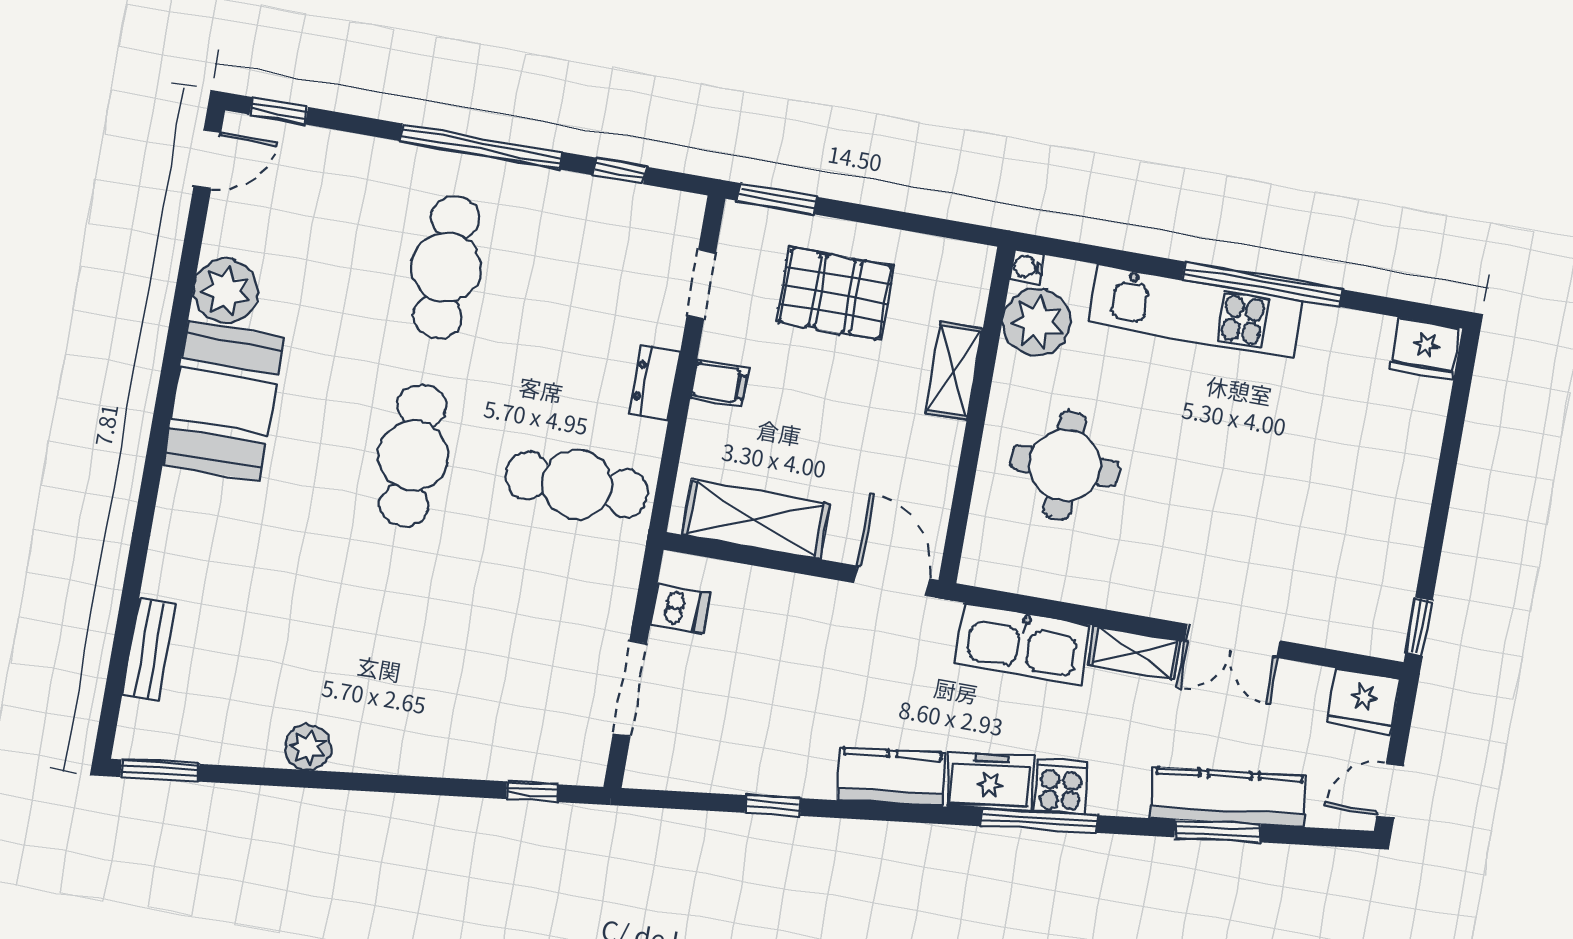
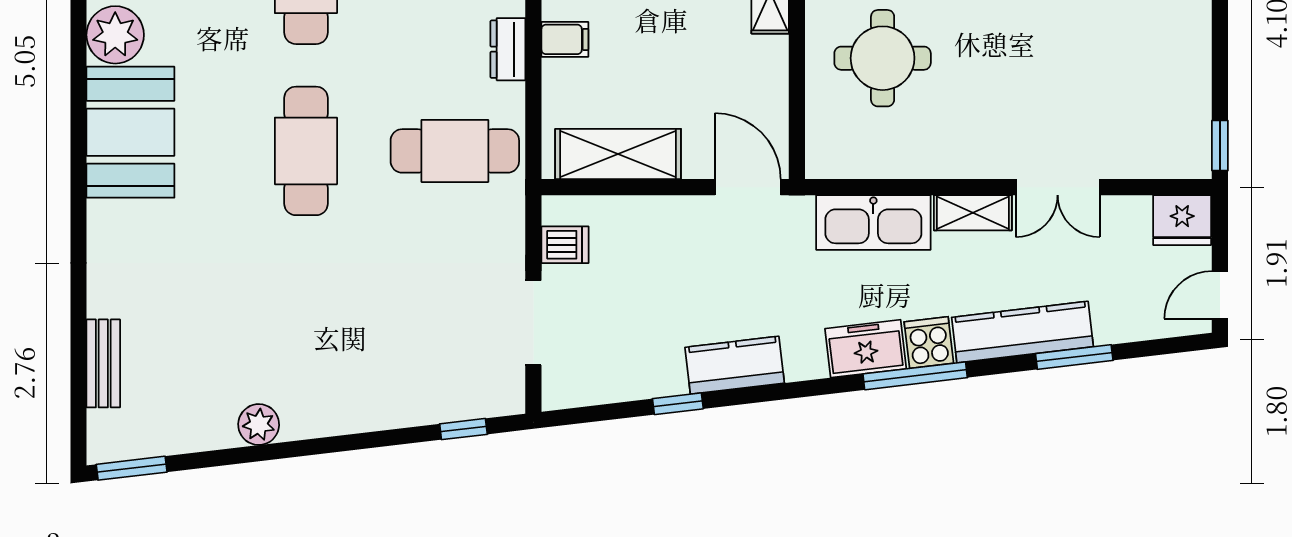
kitchen counter: (891, 777) -> (735, 365), moved
kitchen counter: (1228, 797) -> (1022, 332), moved

